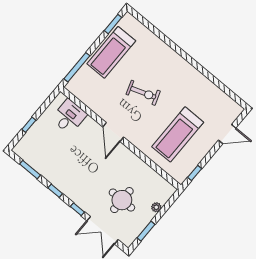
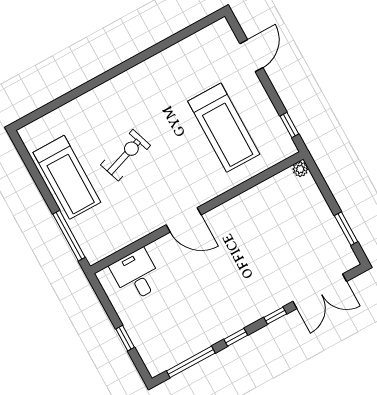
window: (113, 24) -> (27, 159), removed
exercise bike: (143, 93) -> (126, 155), moved
window: (30, 170) -> (191, 362), width x1.44
round table: (122, 200) -> (287, 246), removed
plant: (156, 207) -> (300, 169), moved

